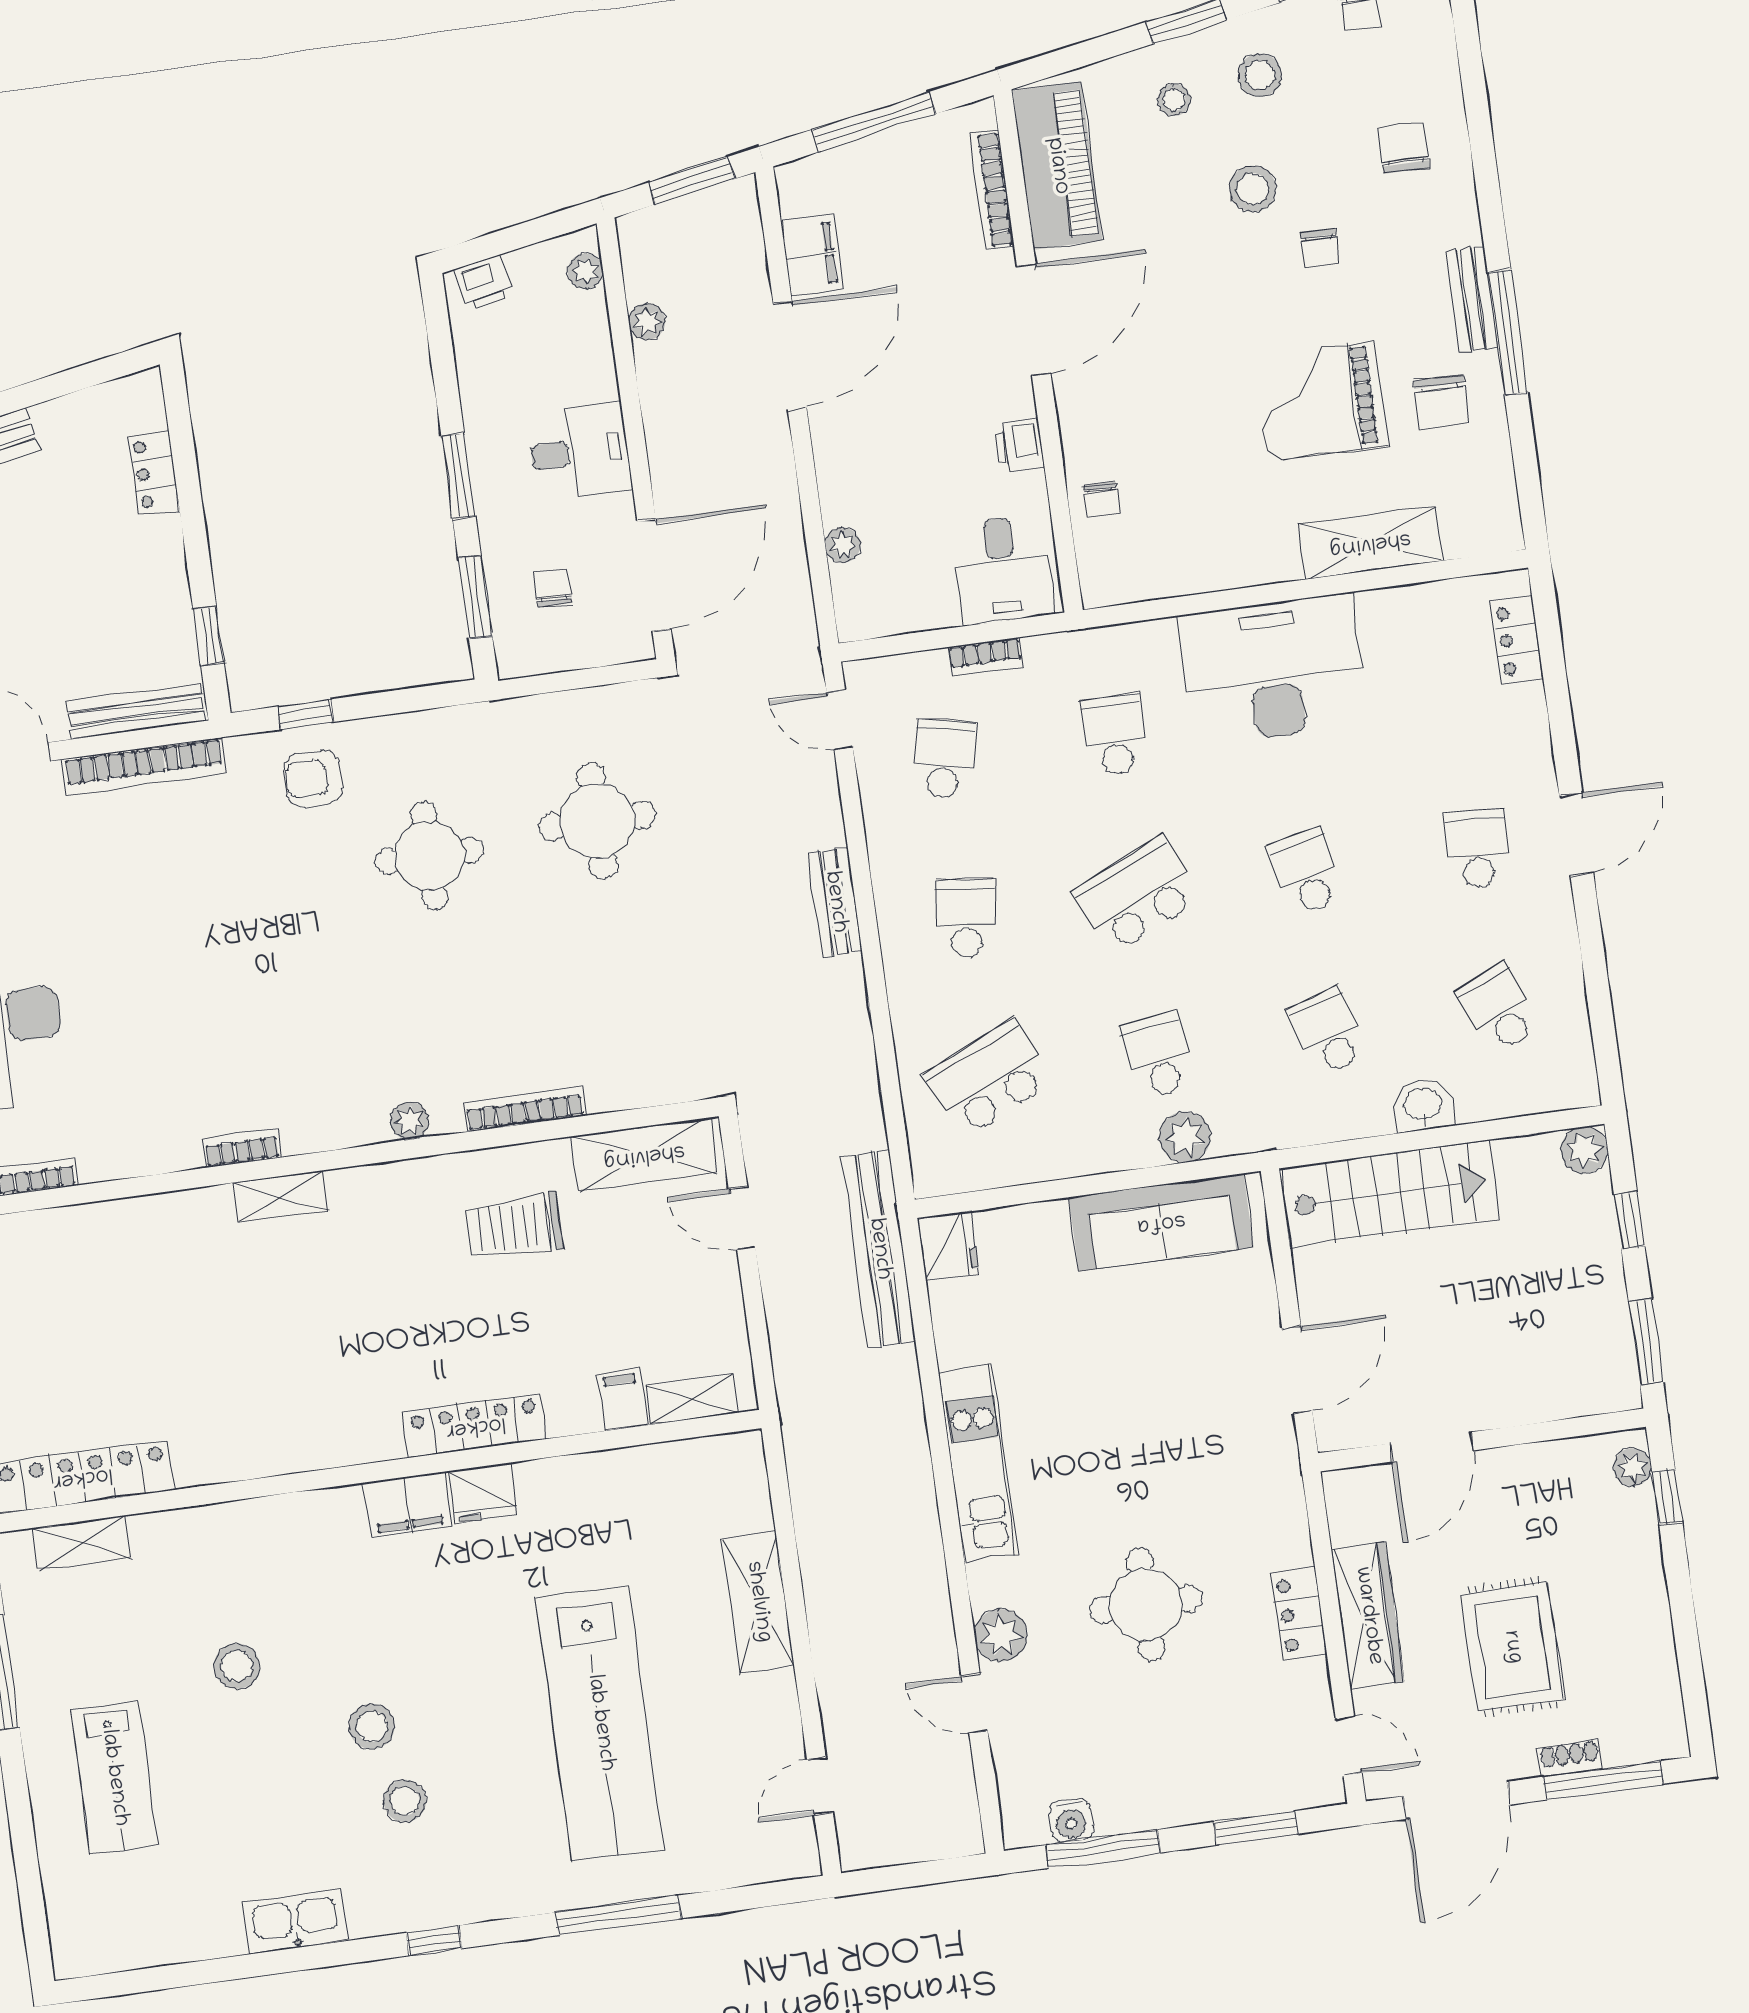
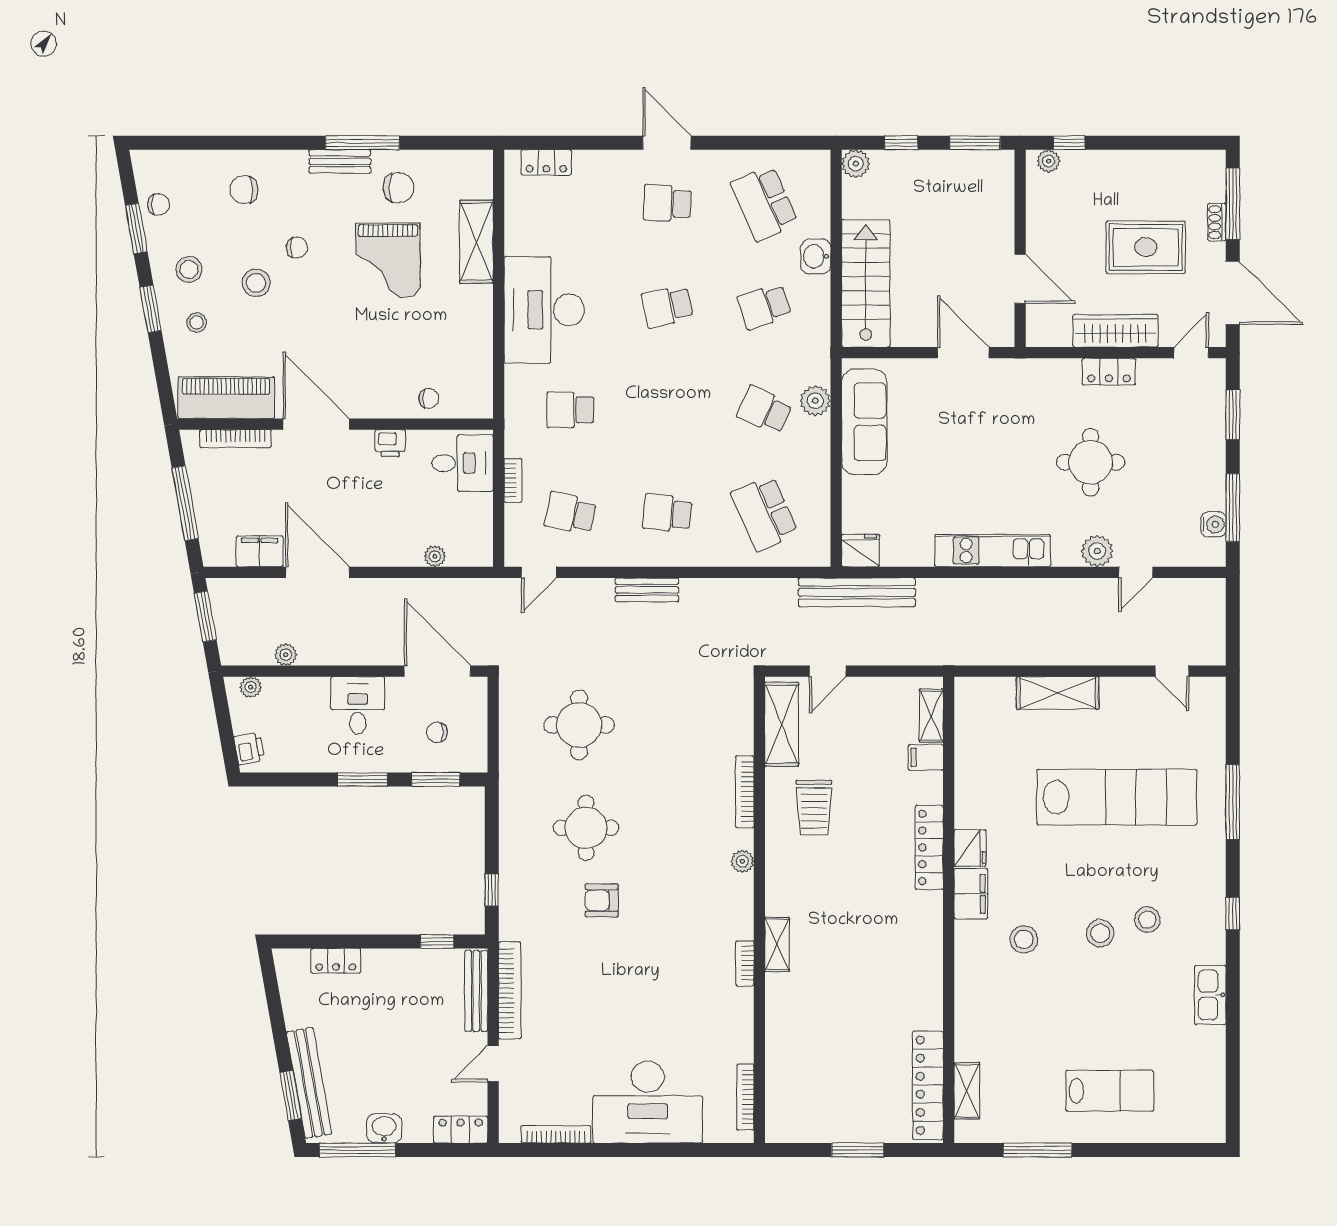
armchair: (313, 778) -> (602, 900), moved, turned 90
school desk: (1136, 895) -> (667, 410), removed
school desk: (1499, 1009) -> (764, 203), width x1.85
school desk: (1158, 1055) -> (764, 410), turned 33
stool: (237, 1666) -> (1024, 939), moved

